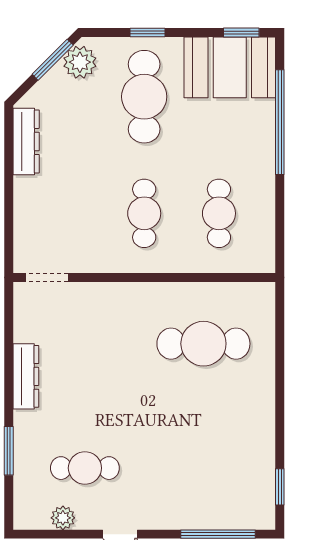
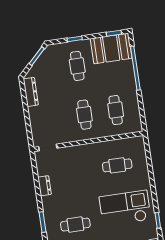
plant: (80, 62) -> (48, 56), removed
cafe table: (144, 97) -> (77, 66), width x0.73, depth x0.74
cafe table: (203, 344) -> (117, 165), width x0.73, depth x0.74
dresser: (26, 376) -> (44, 186), width x0.70
checkout: (207, 447) -> (125, 208), added

